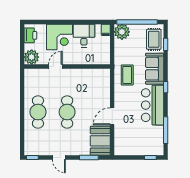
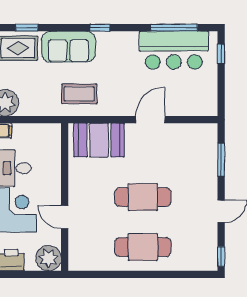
bar counter: (153, 105) -> (174, 50), moved
door: (112, 116) -> (150, 120), swing flipped
booth: (100, 141) -> (99, 140), moved

